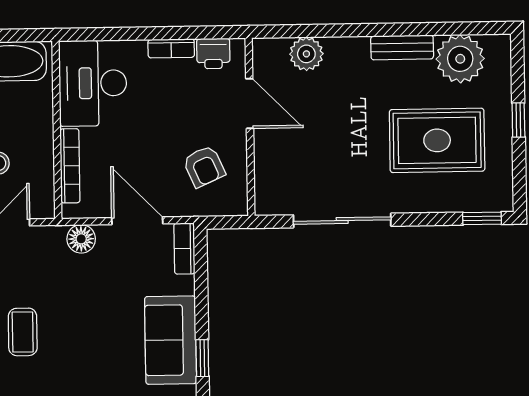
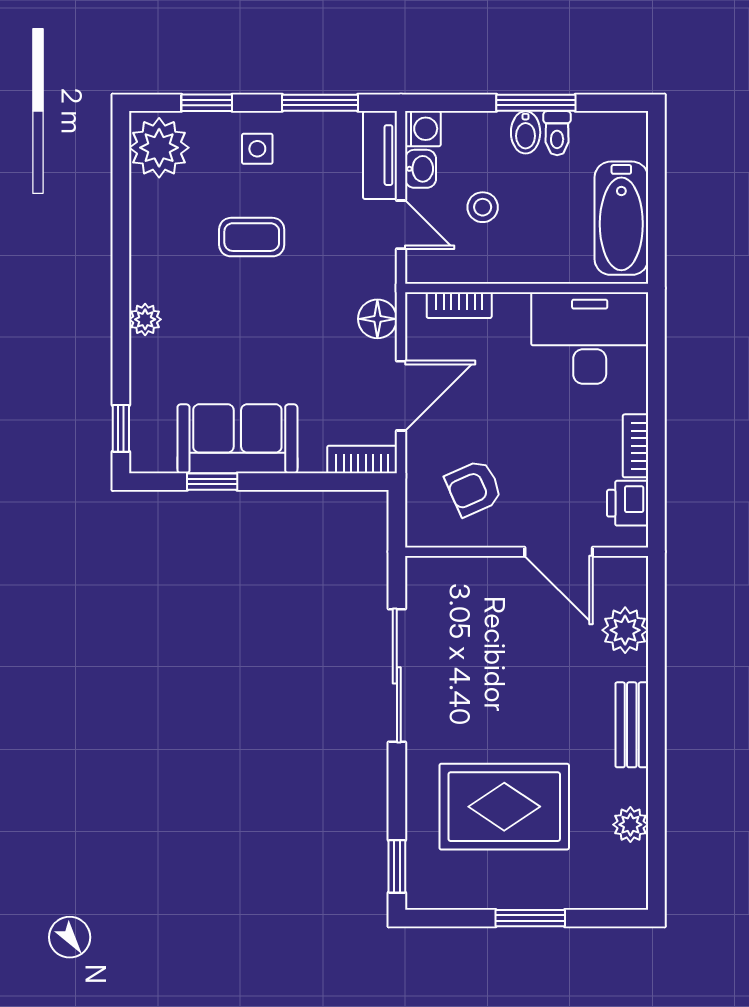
bench: (402, 47) -> (632, 725), moved
plant: (460, 59) -> (630, 825), width x0.53, depth x0.53
door: (250, 104) -> (559, 552), hinge flipped
window: (518, 120) -> (530, 918), width x1.50
rug: (437, 140) -> (504, 807), turned 90
bookcase: (70, 166) -> (459, 305), width x0.64

